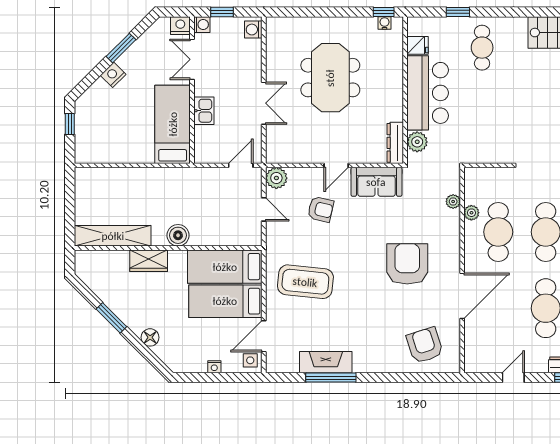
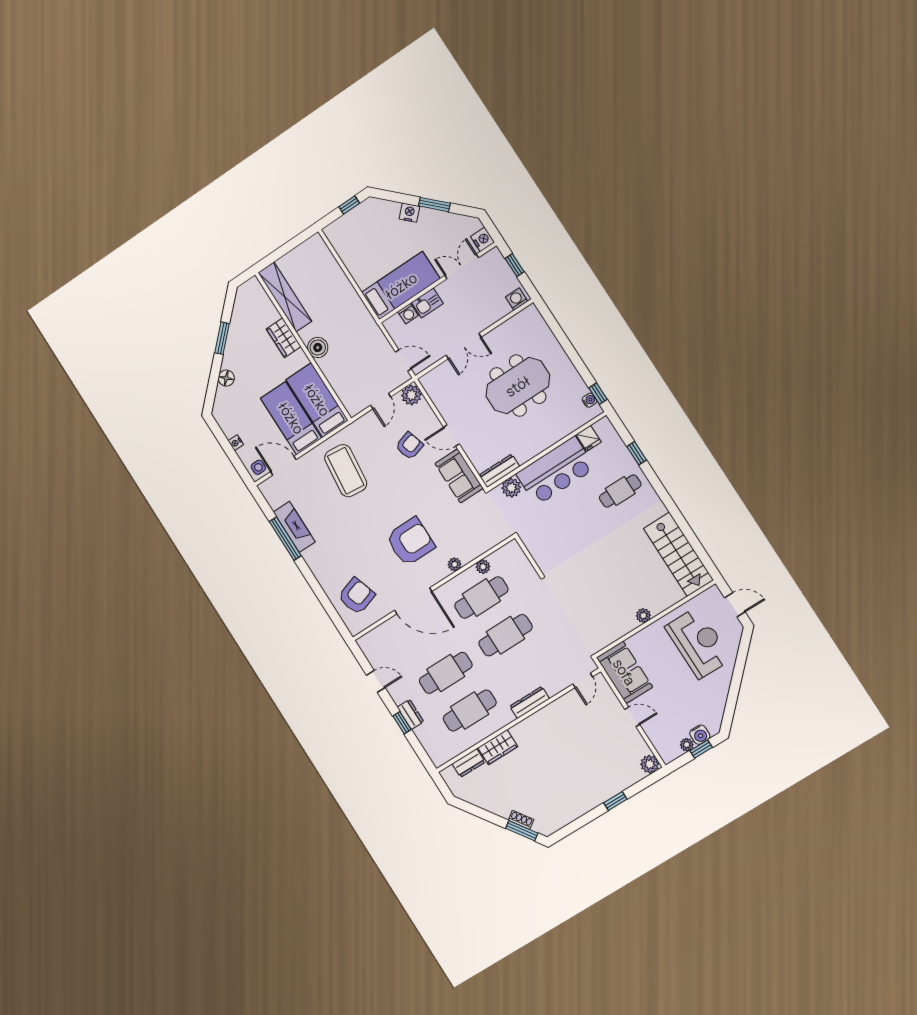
washing machine: (202, 25) -> (408, 314), moved
plant: (453, 201) -> (455, 564), moved
armchair: (321, 209) -> (409, 446), turned -120

